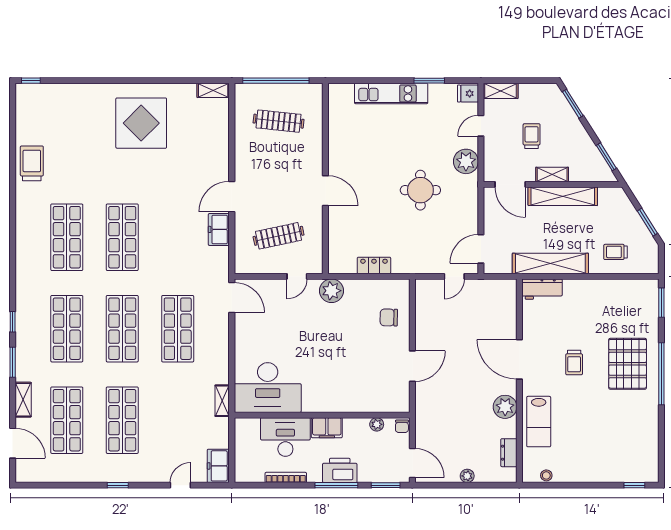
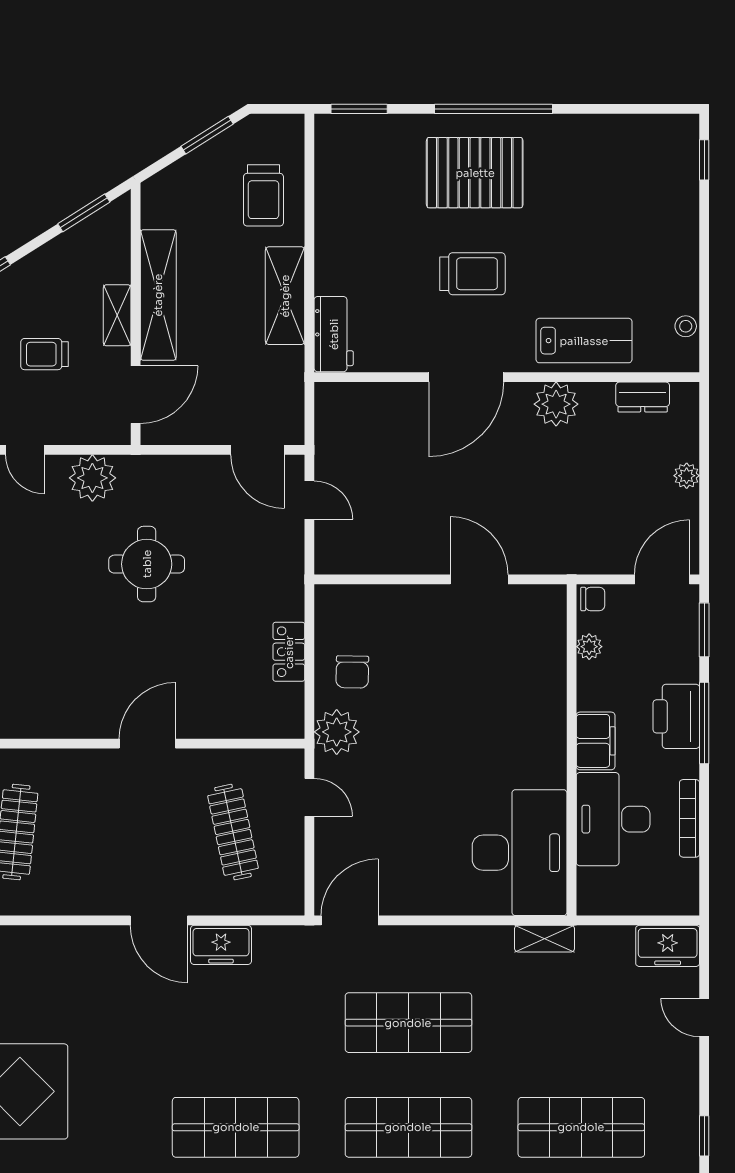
trolley: (616, 252) -> (263, 195), width x1.36, depth x1.39
shelving: (550, 263) -> (285, 296), width x0.68
chair: (389, 317) -> (352, 672), moved
trolley: (574, 363) -> (472, 274), width x1.36, depth x1.39

